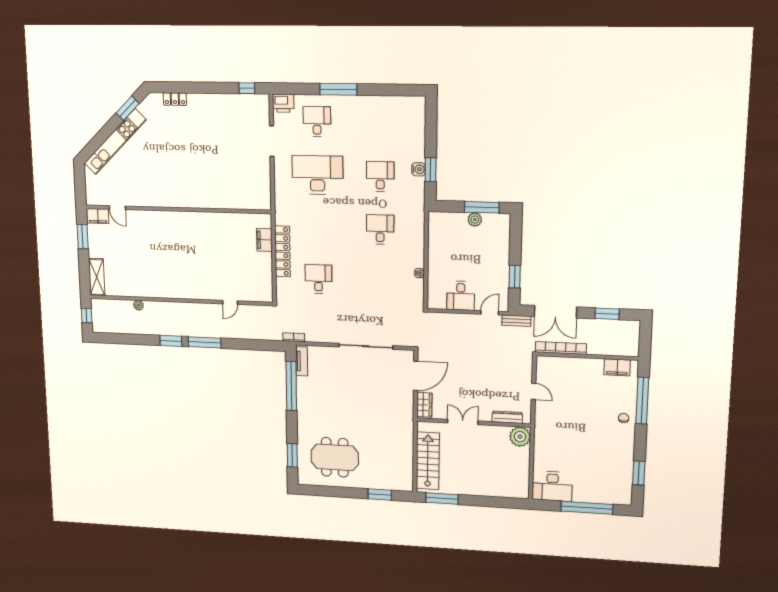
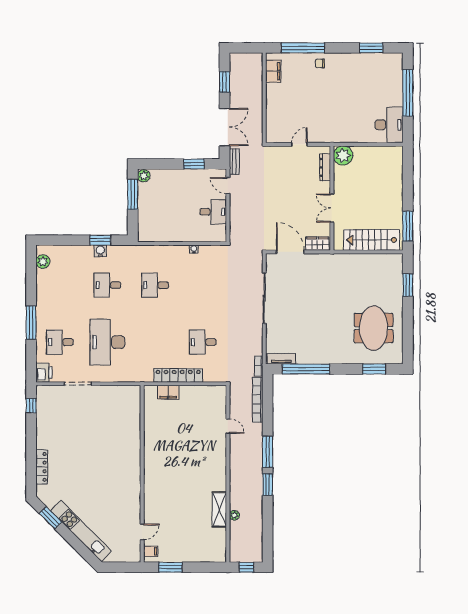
locker: (175, 99) -> (42, 467), width x1.53
plant: (407, 104) -> (43, 262), added
filing cabinet: (98, 216) -> (151, 551), width x0.50
plant: (475, 220) -> (144, 176), moved
shelving: (97, 277) -> (219, 509), moved, turned 90
bookcase: (561, 348) -> (258, 400), moved

